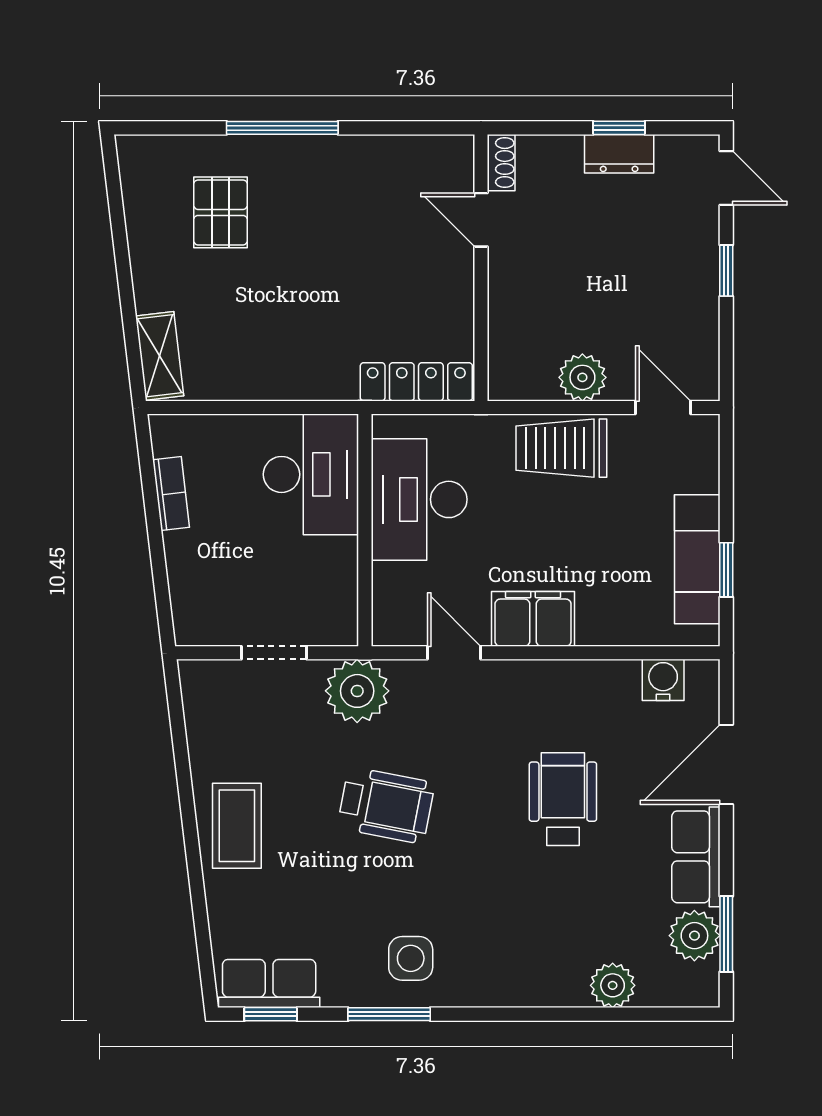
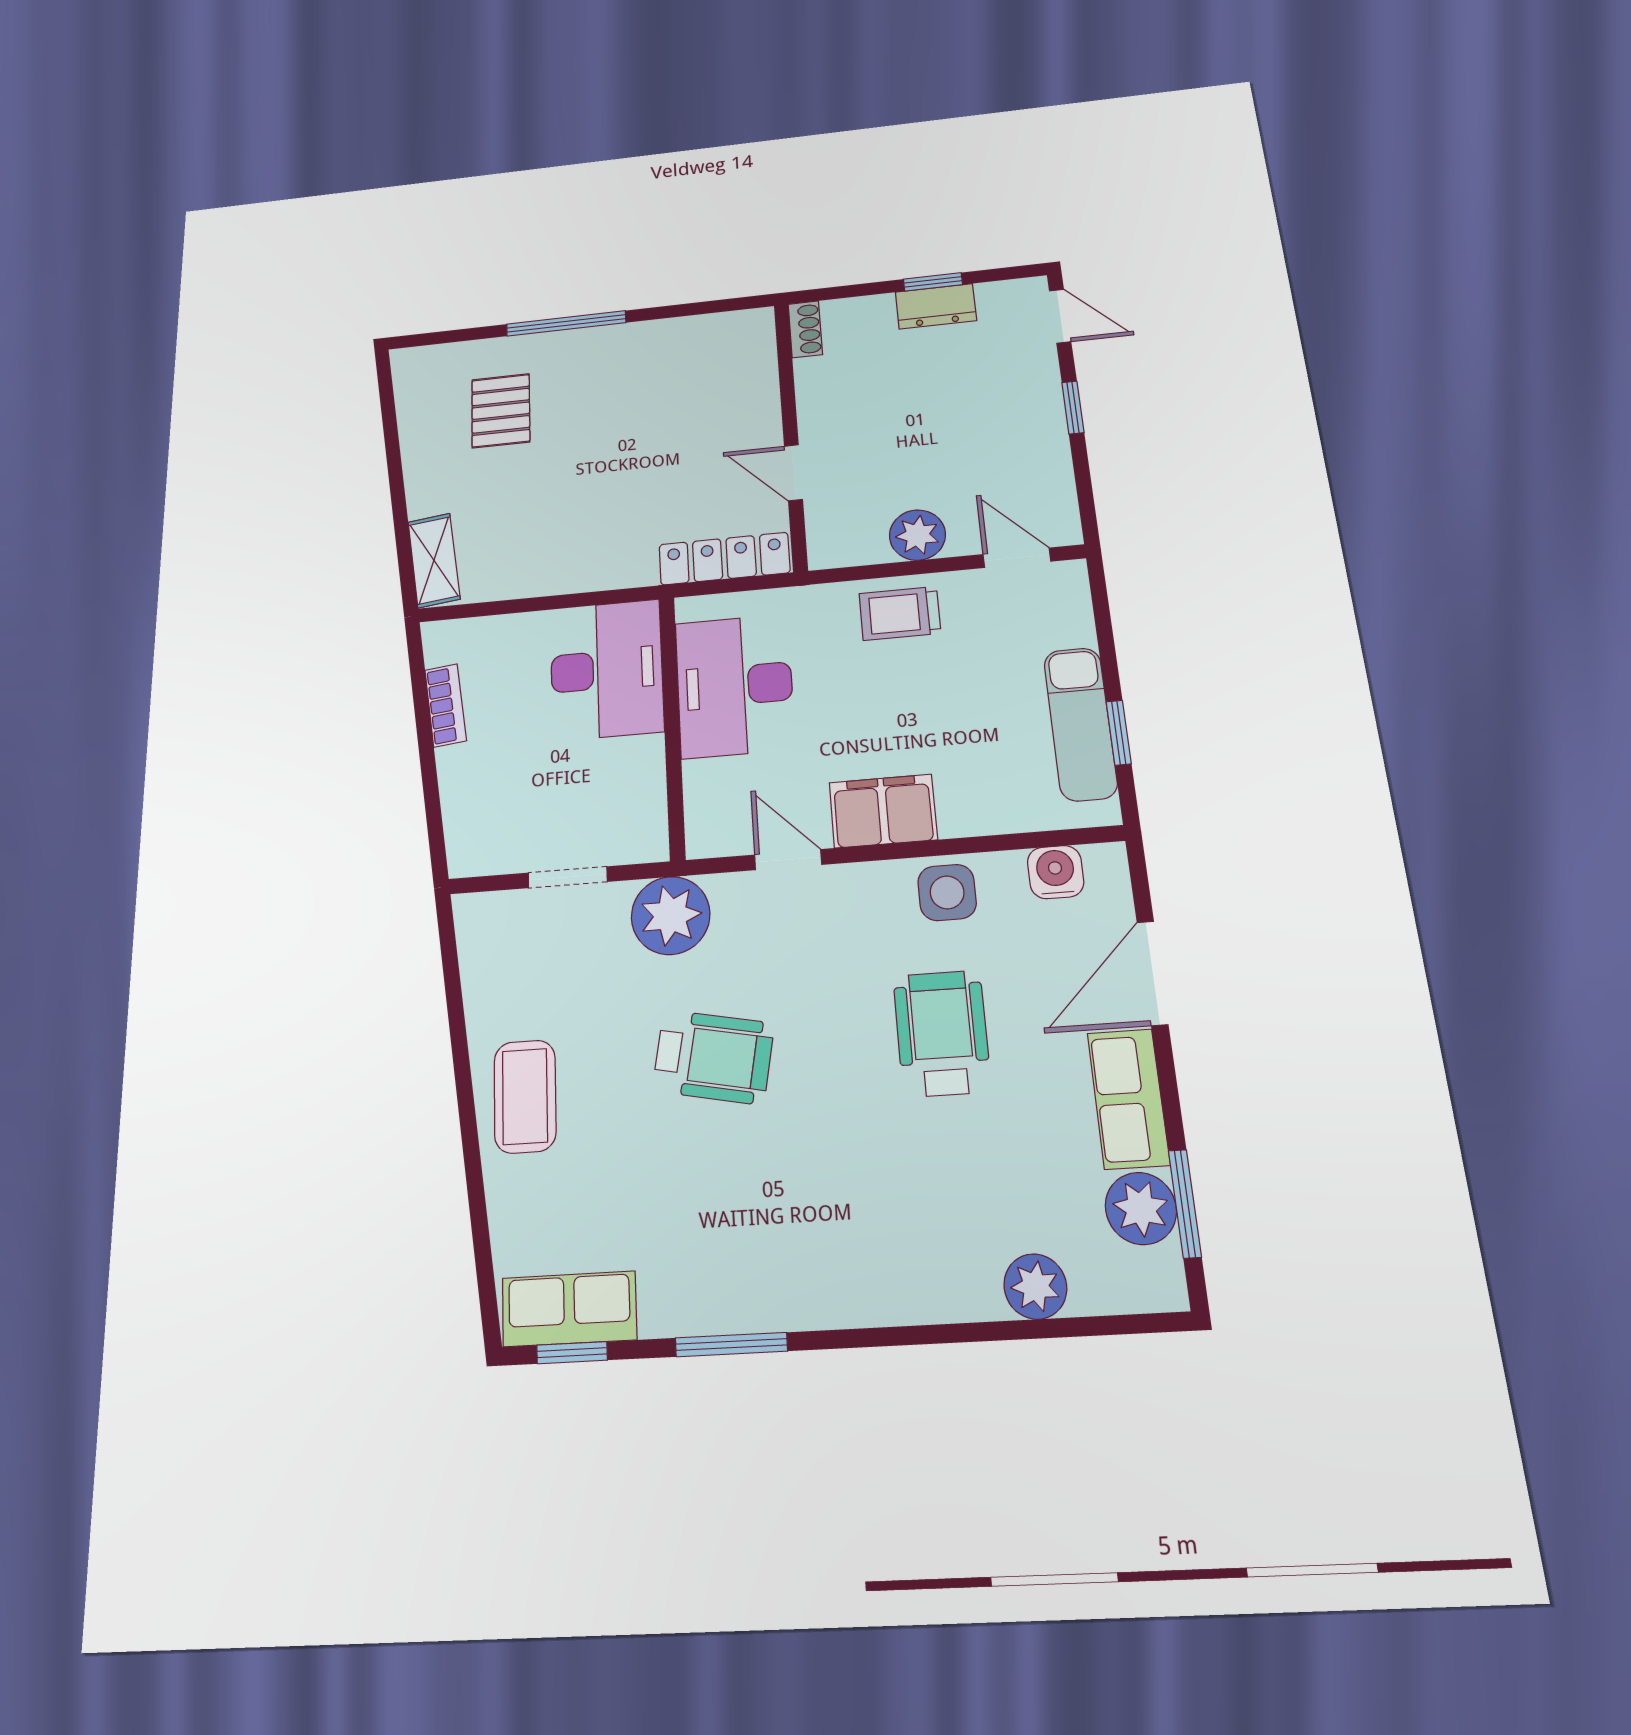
door: (481, 220) -> (793, 473), moved
trolley: (561, 448) -> (900, 613), width x0.73, depth x0.72
side table: (411, 958) -> (947, 892), moved

